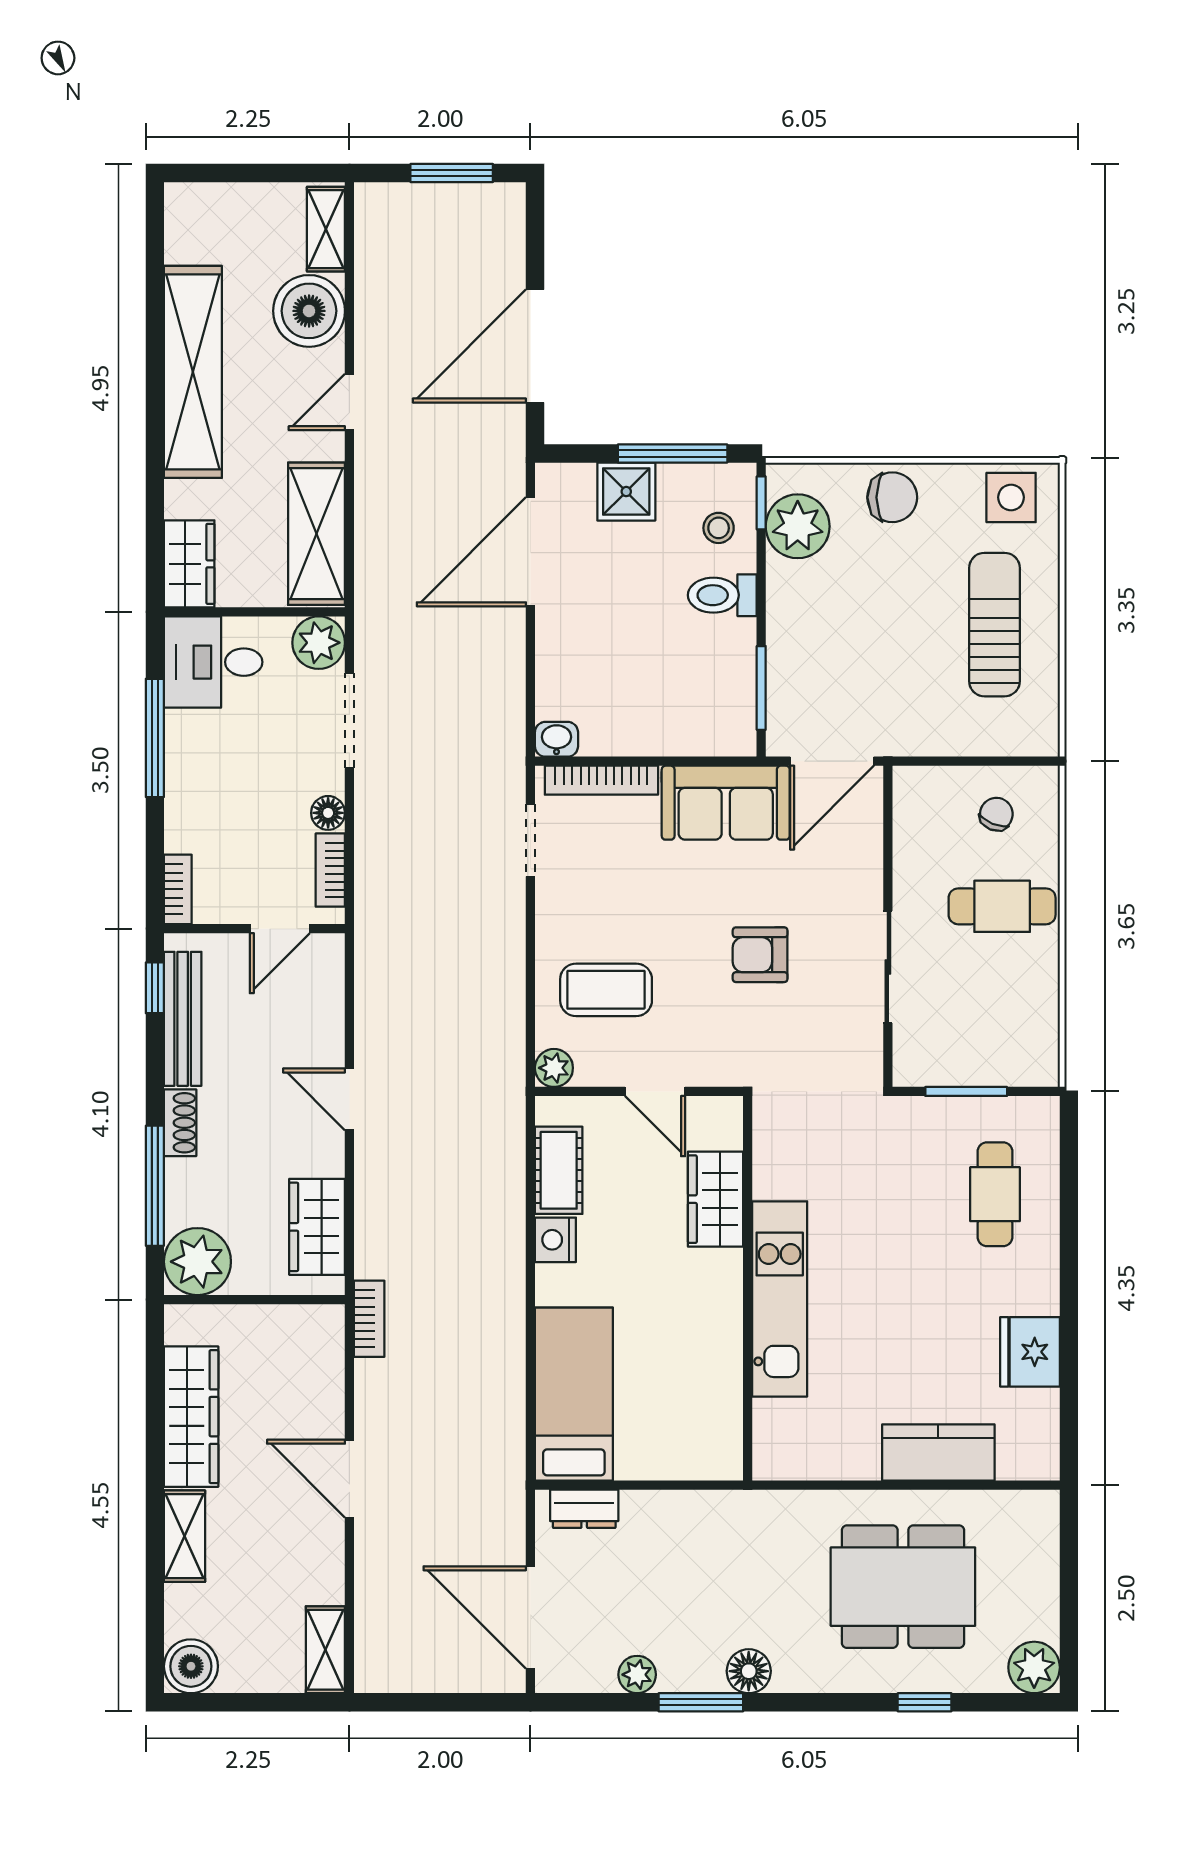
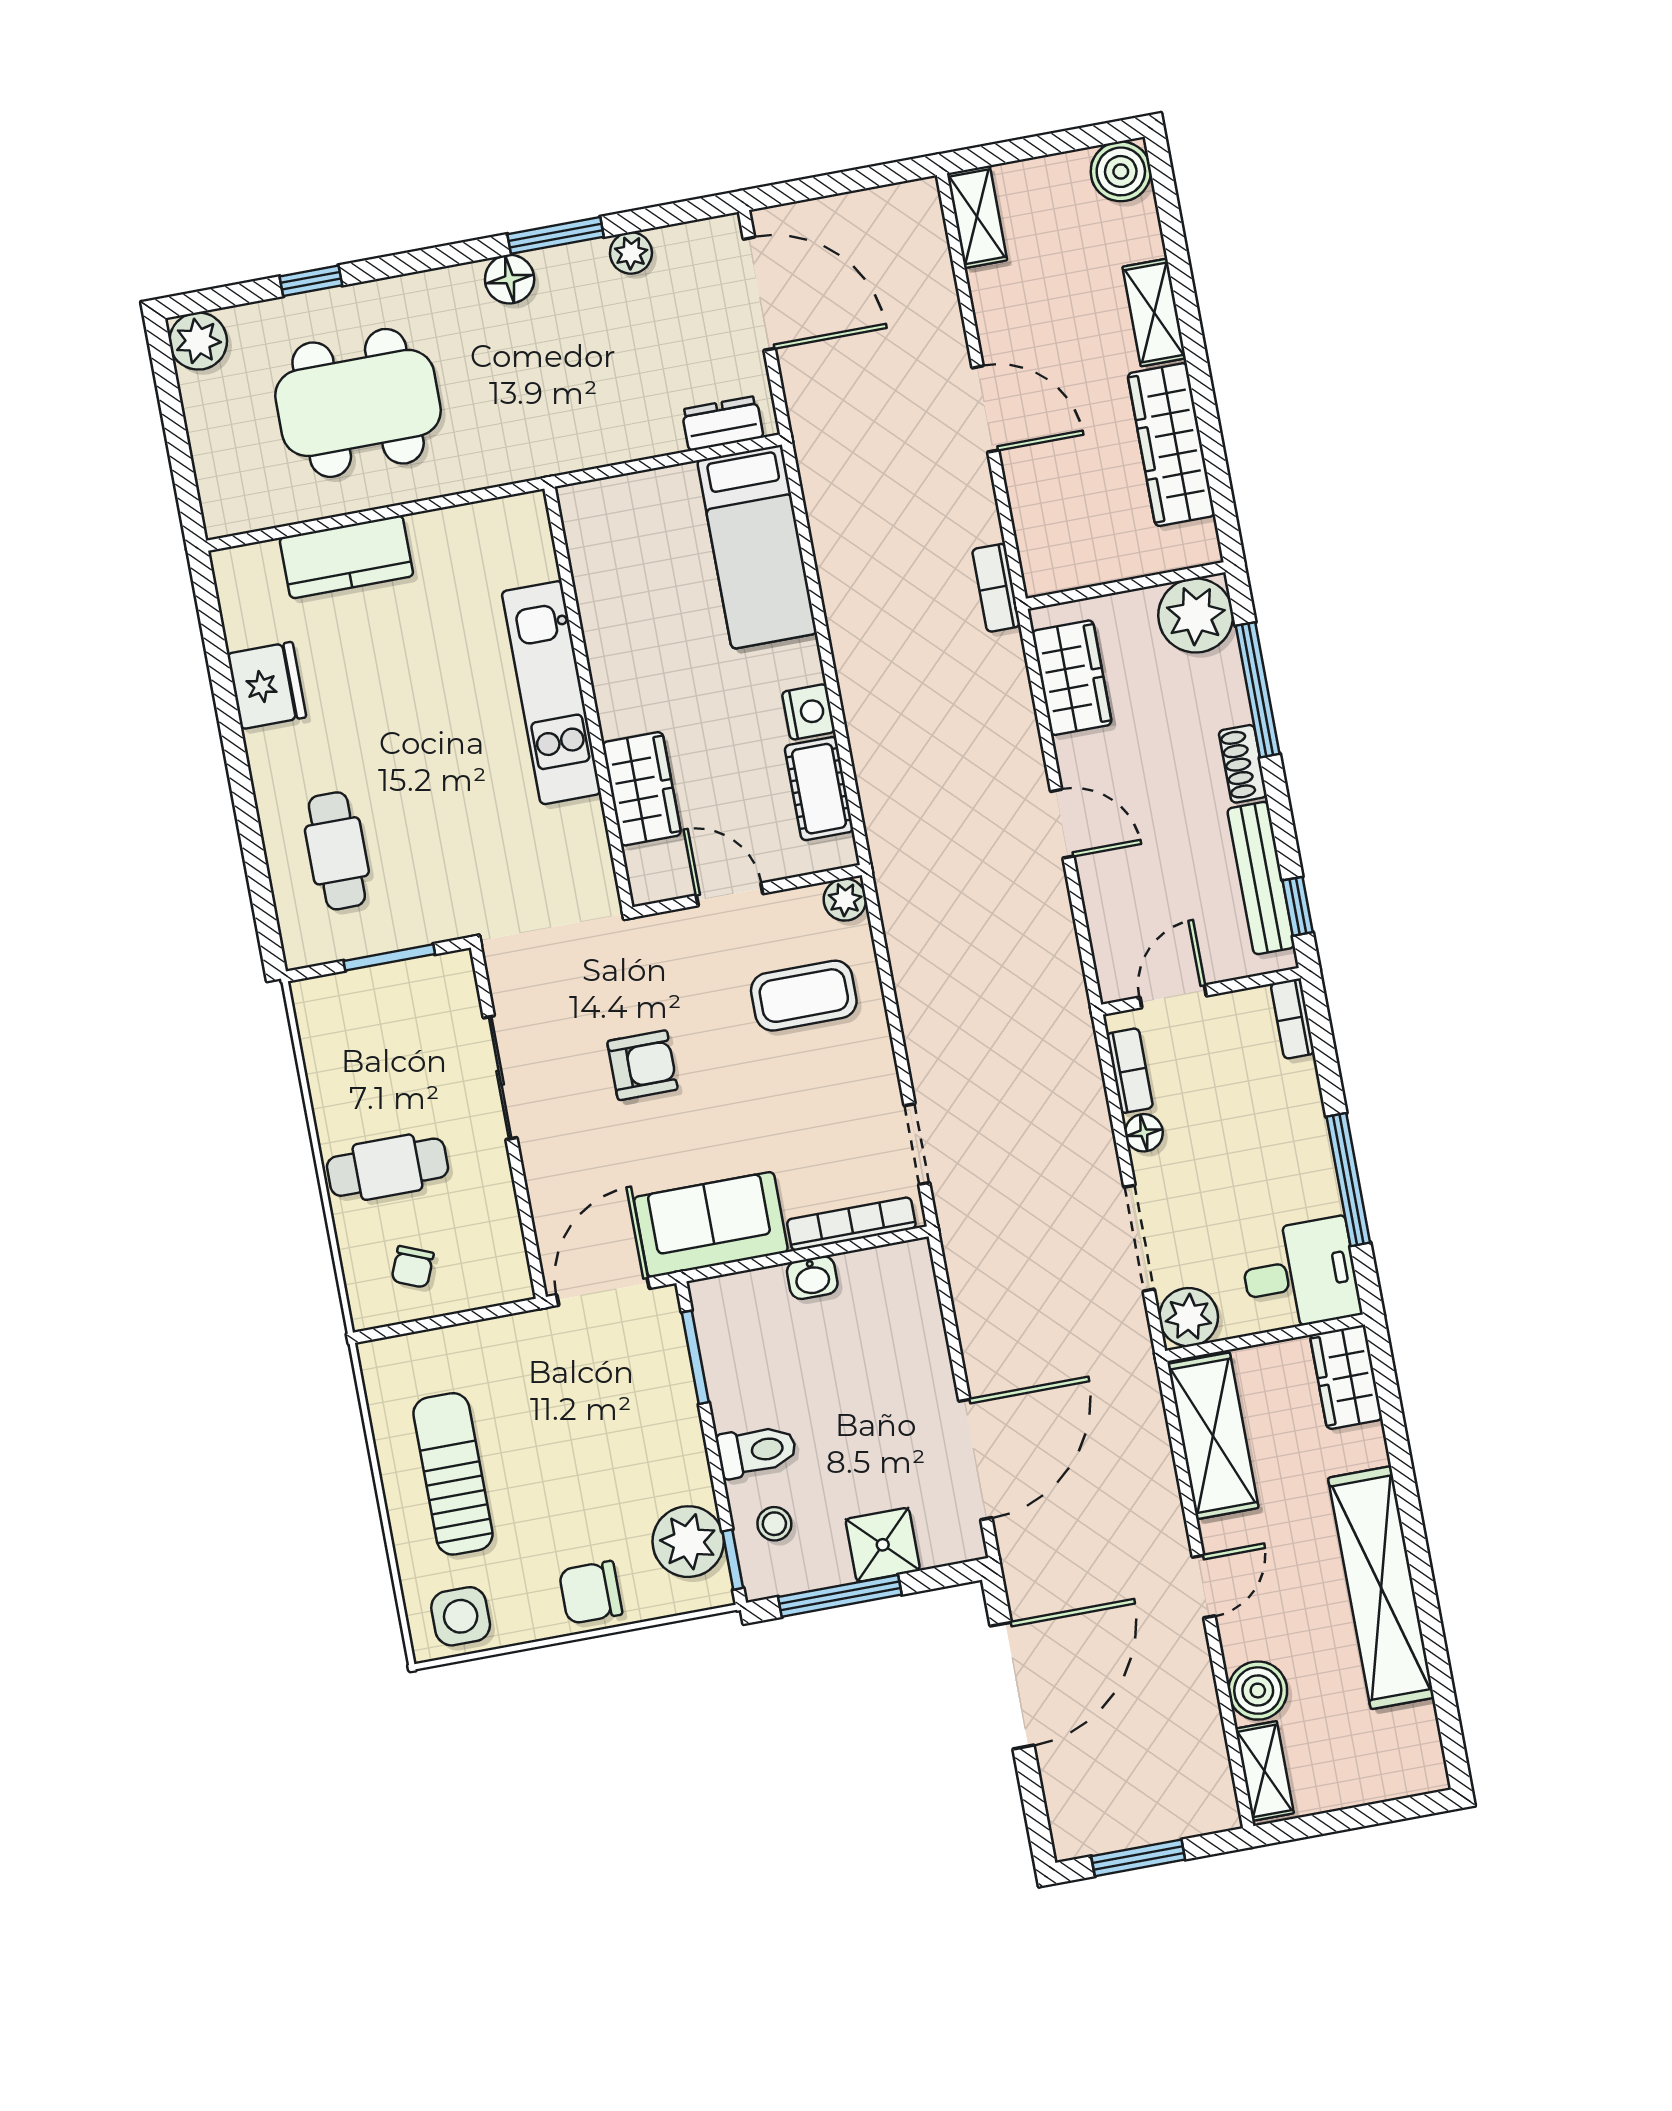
boiler: (309, 311) -> (1258, 1691), width x0.73, depth x0.73
sun lounger: (994, 625) -> (453, 1474), turned 180
washbasin: (556, 739) -> (812, 1278), moved

